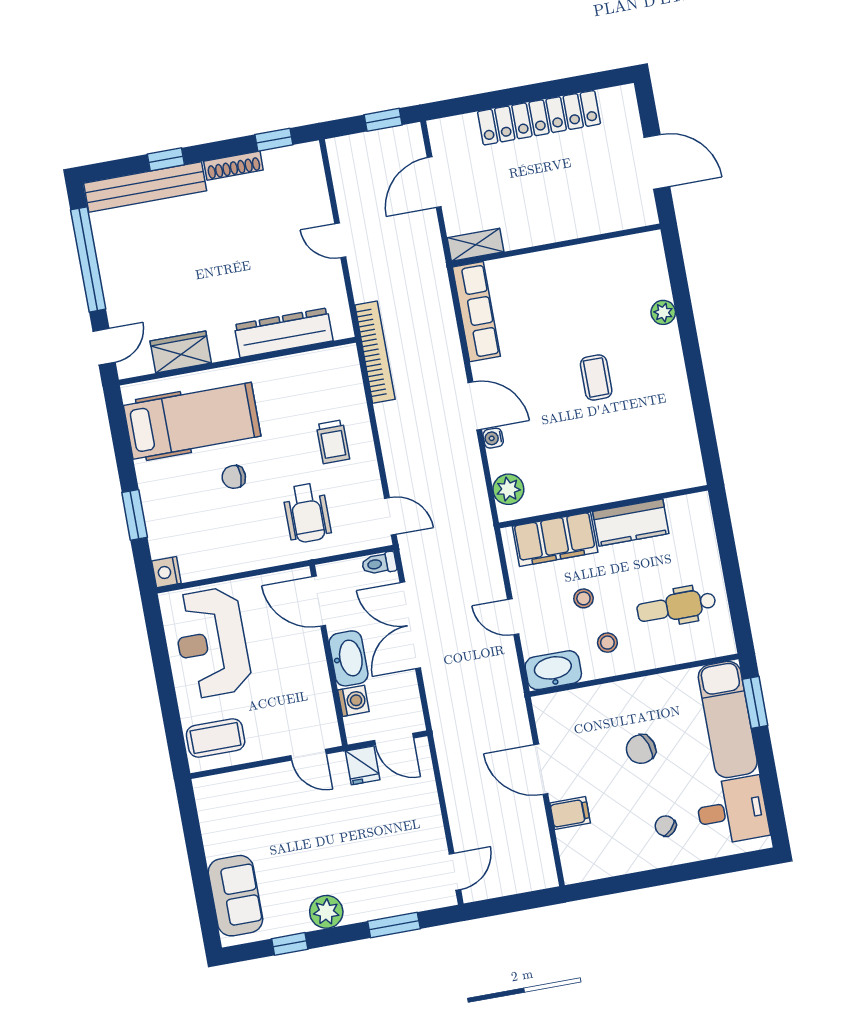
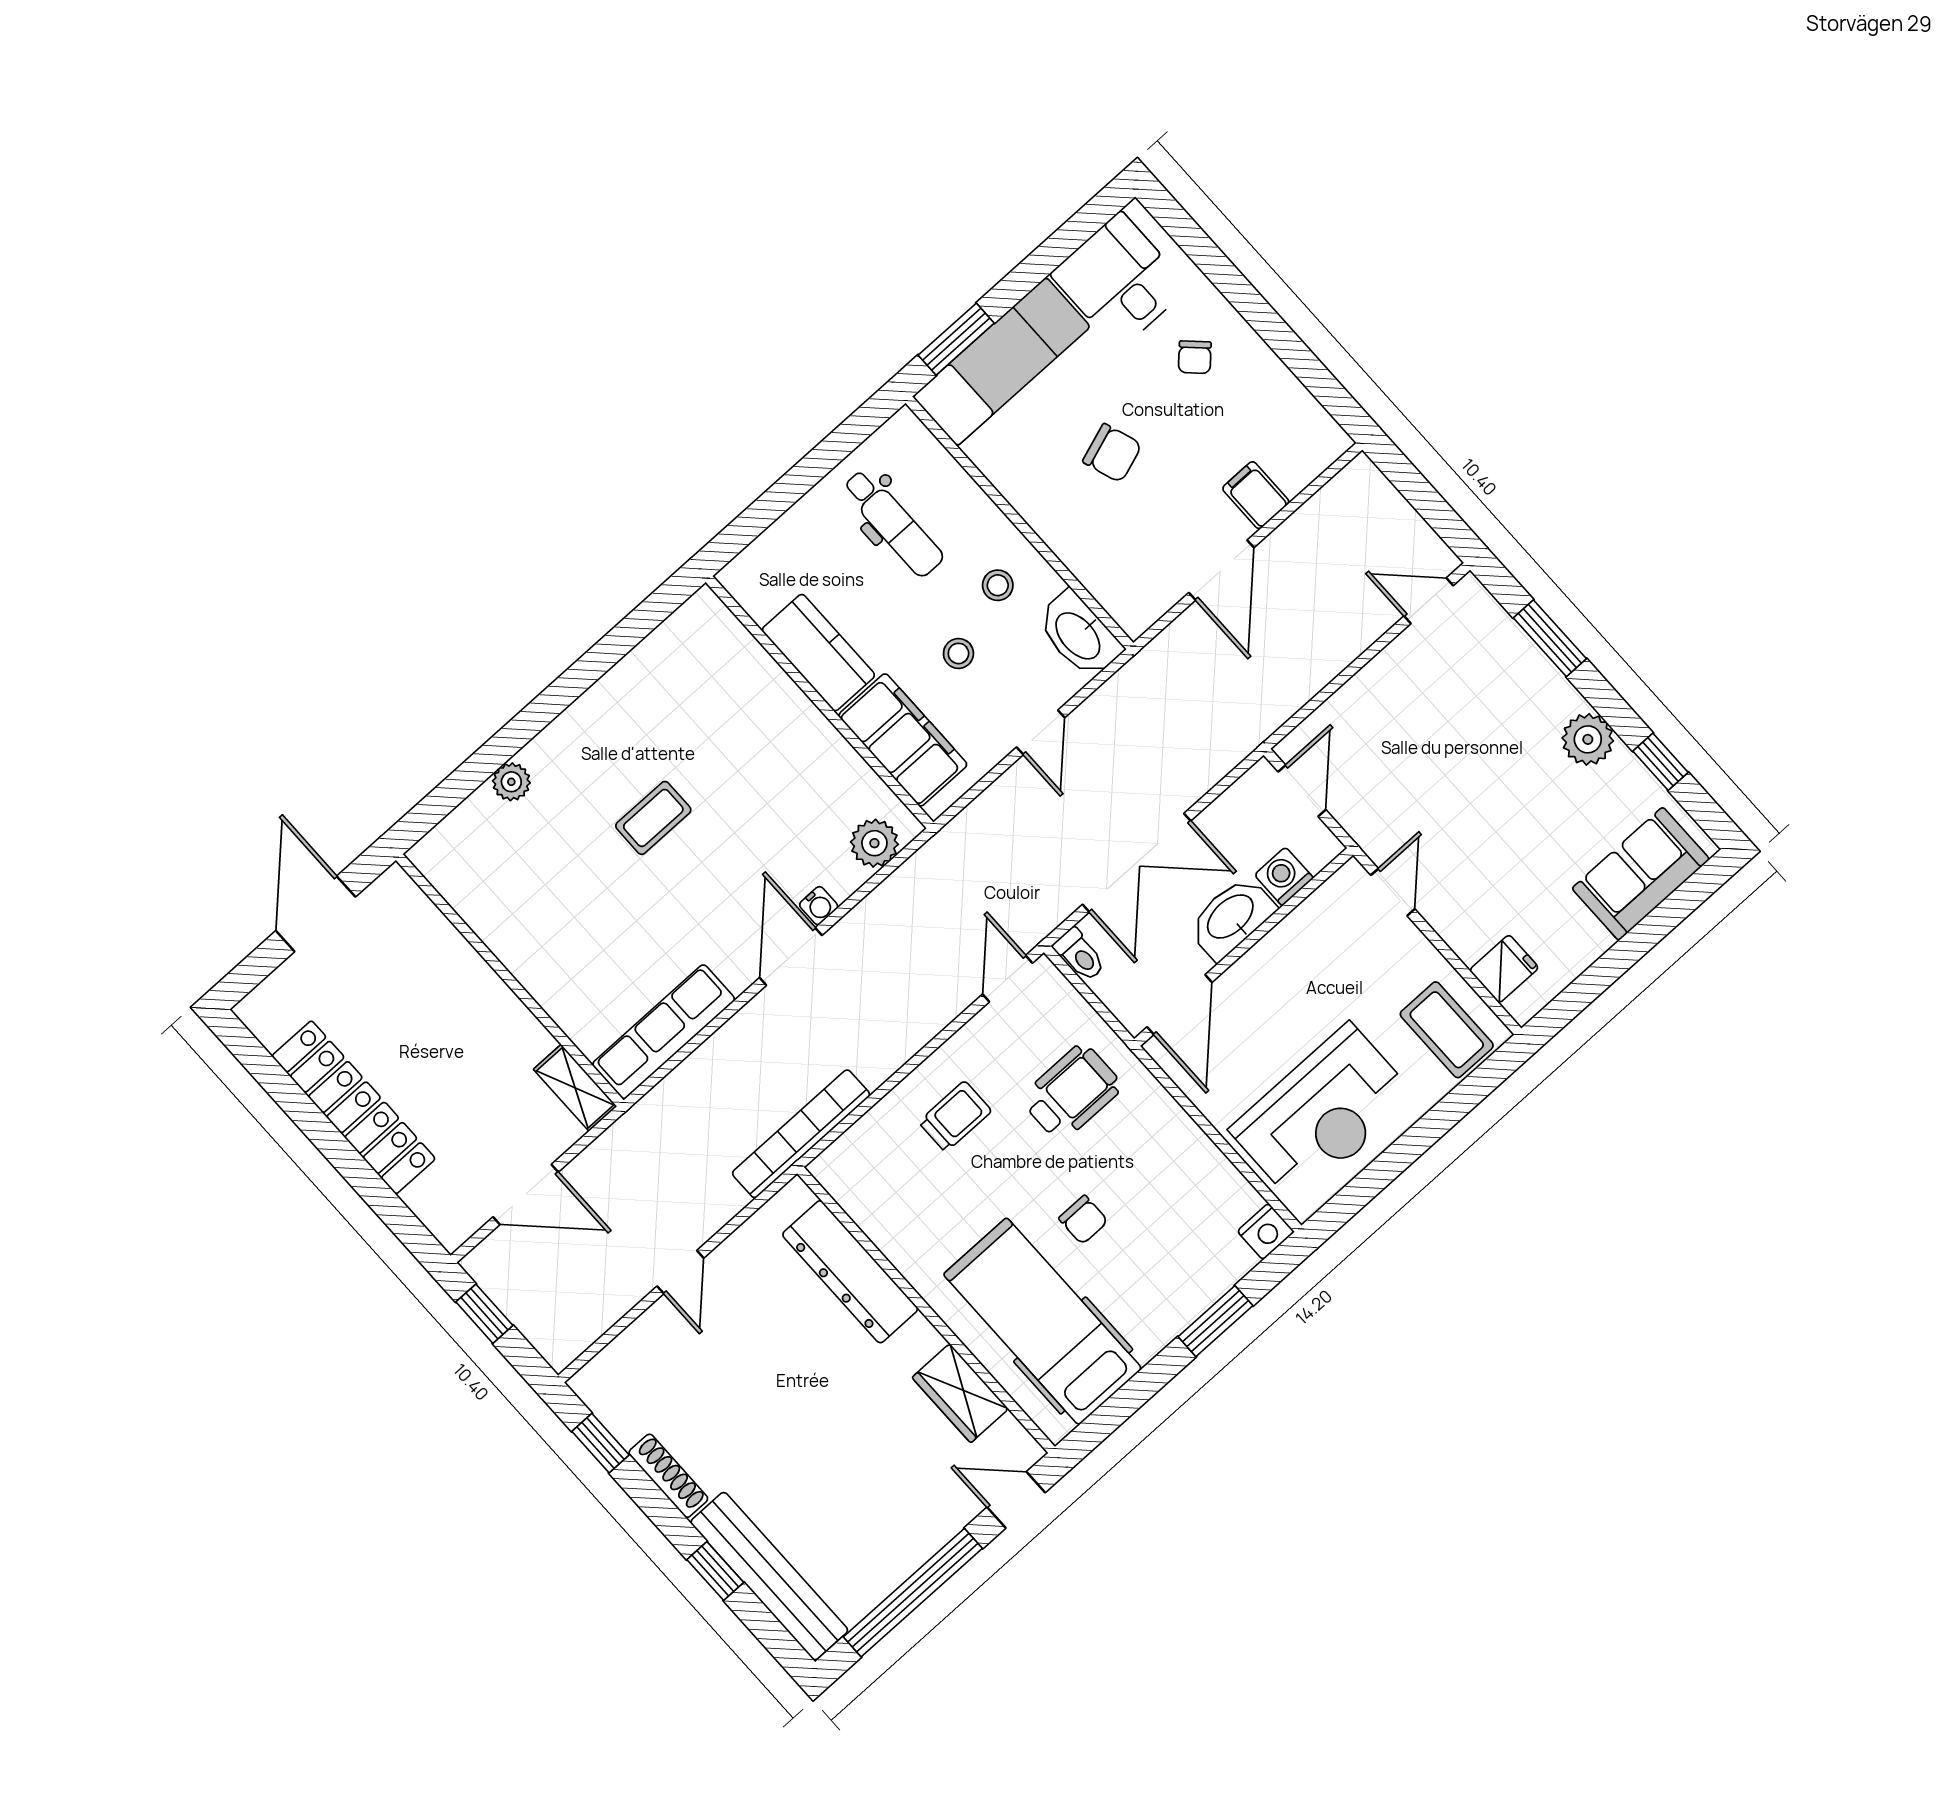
fridge: (363, 765) -> (1504, 969), moved

